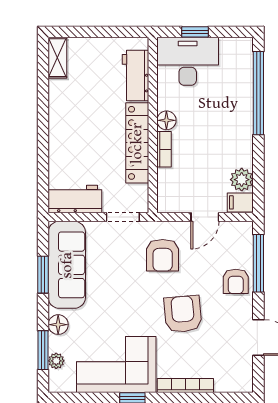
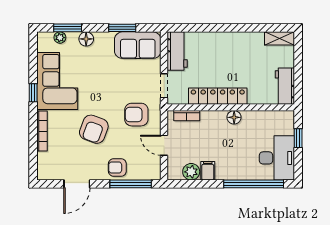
desk: (188, 61) -> (277, 158), moved
workbench: (136, 76) -> (285, 86), moved, turned -90
bookcase: (164, 149) -> (187, 116), moved
filing cabinet: (240, 202) -> (208, 171), moved
sofa: (67, 265) -> (138, 45), width x0.73
armchair: (183, 314) -> (94, 129), turned 115

